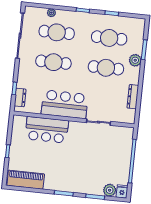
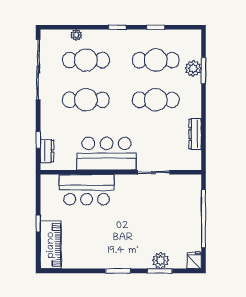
plant: (135, 60) -> (193, 68), moved
piano: (26, 180) -> (51, 245), moved, turned 90
plant: (110, 190) -> (160, 260), moved

